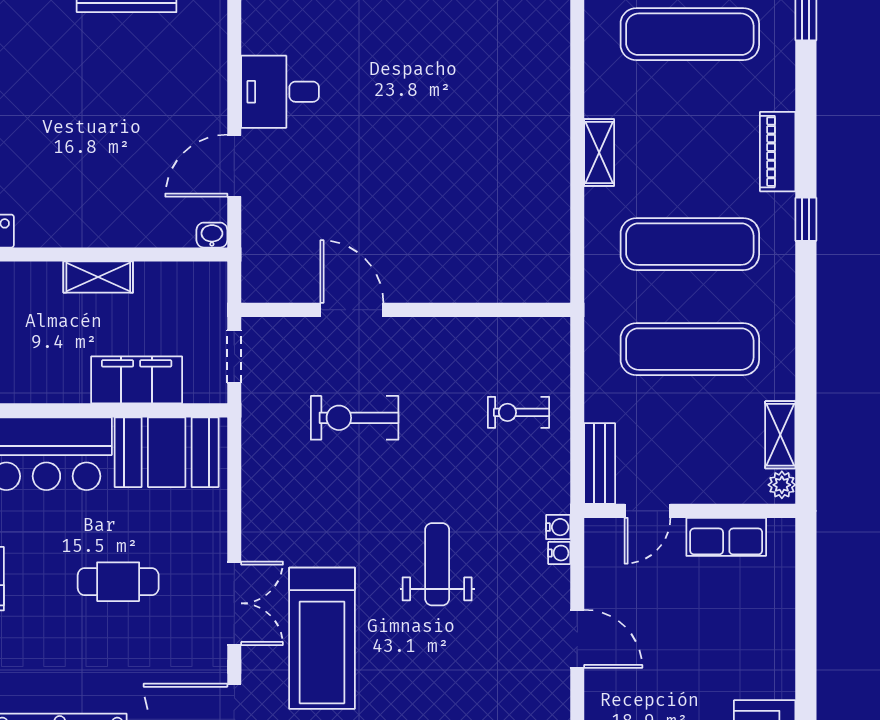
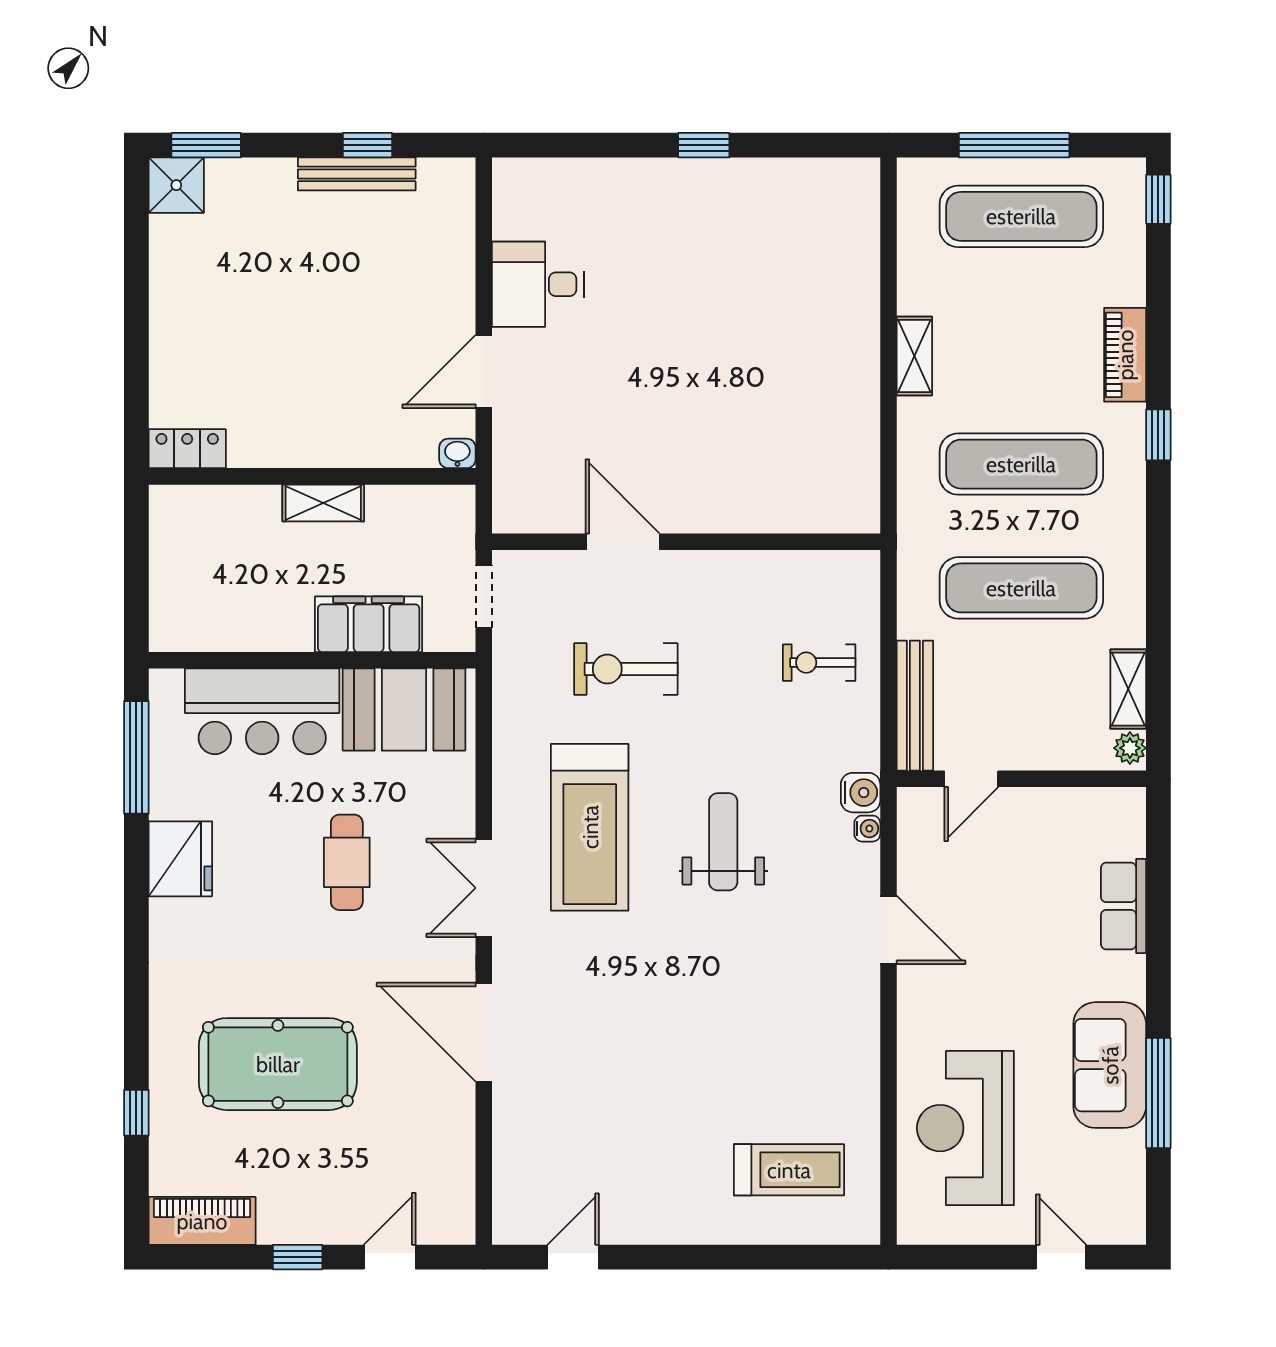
bench: (600, 463) -> (915, 706), width x1.36
water cooler: (558, 527) -> (861, 793), width x1.38, depth x1.38
row of seats: (726, 537) -> (1123, 906), moved, turned 90
cafe table: (118, 582) -> (347, 862), turned 90
double door: (234, 603) -> (484, 888), swing flipped
treadmill: (322, 638) -> (590, 827), moved

